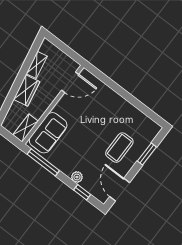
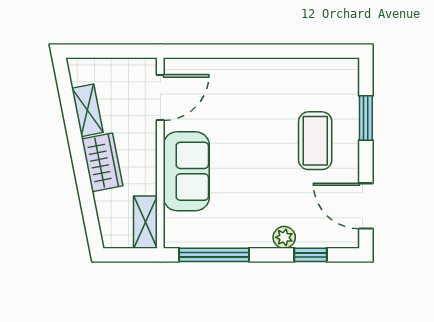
sofa: (48, 133) -> (186, 171), moved

